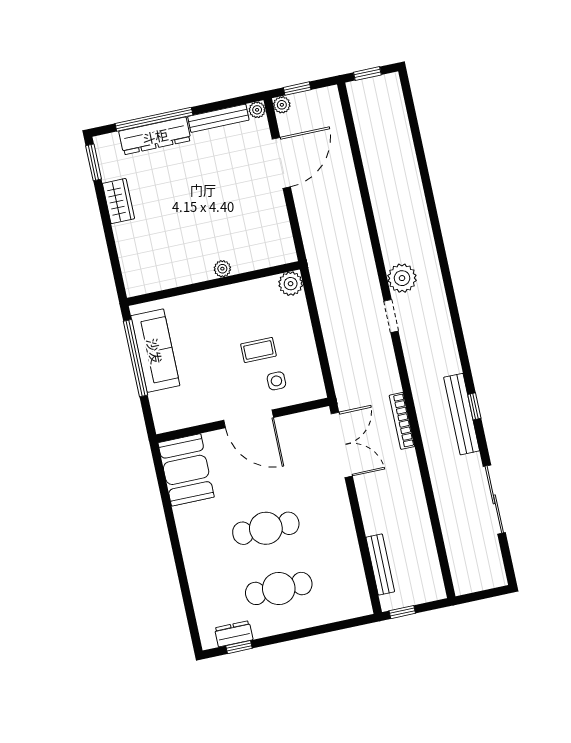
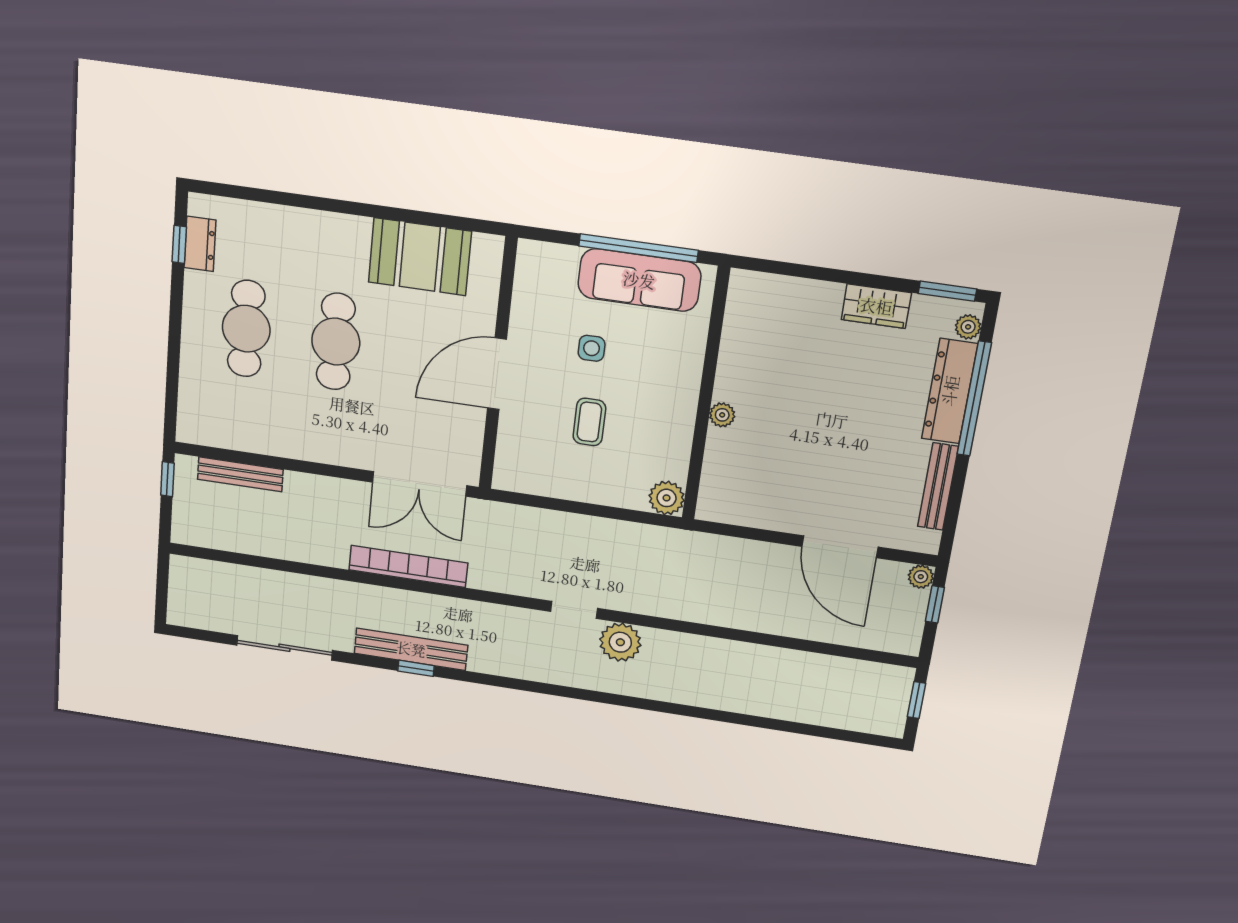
plant: (257, 110) -> (968, 327), moved
side table: (276, 381) -> (592, 348), moved
bookcase: (402, 421) -> (408, 566), width x1.48, depth x1.31
booth: (186, 470) -> (420, 257), moved

